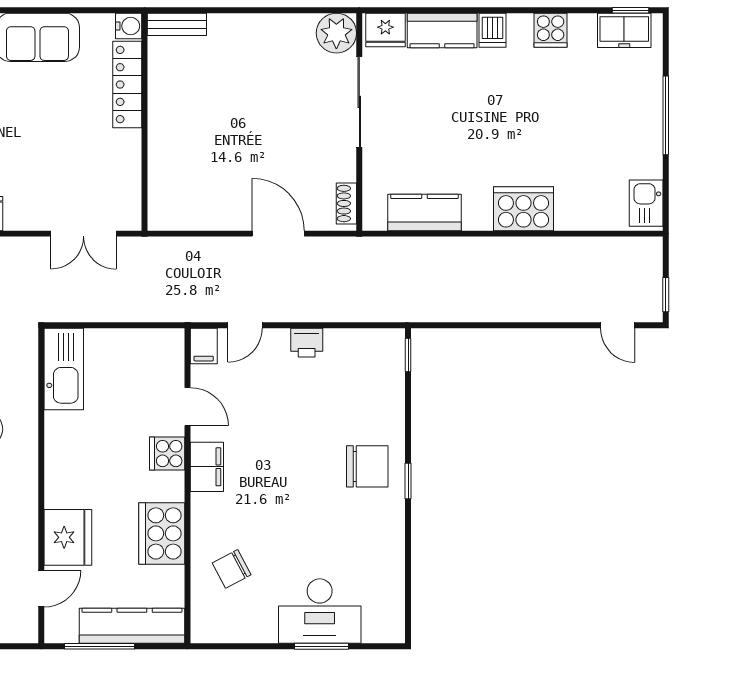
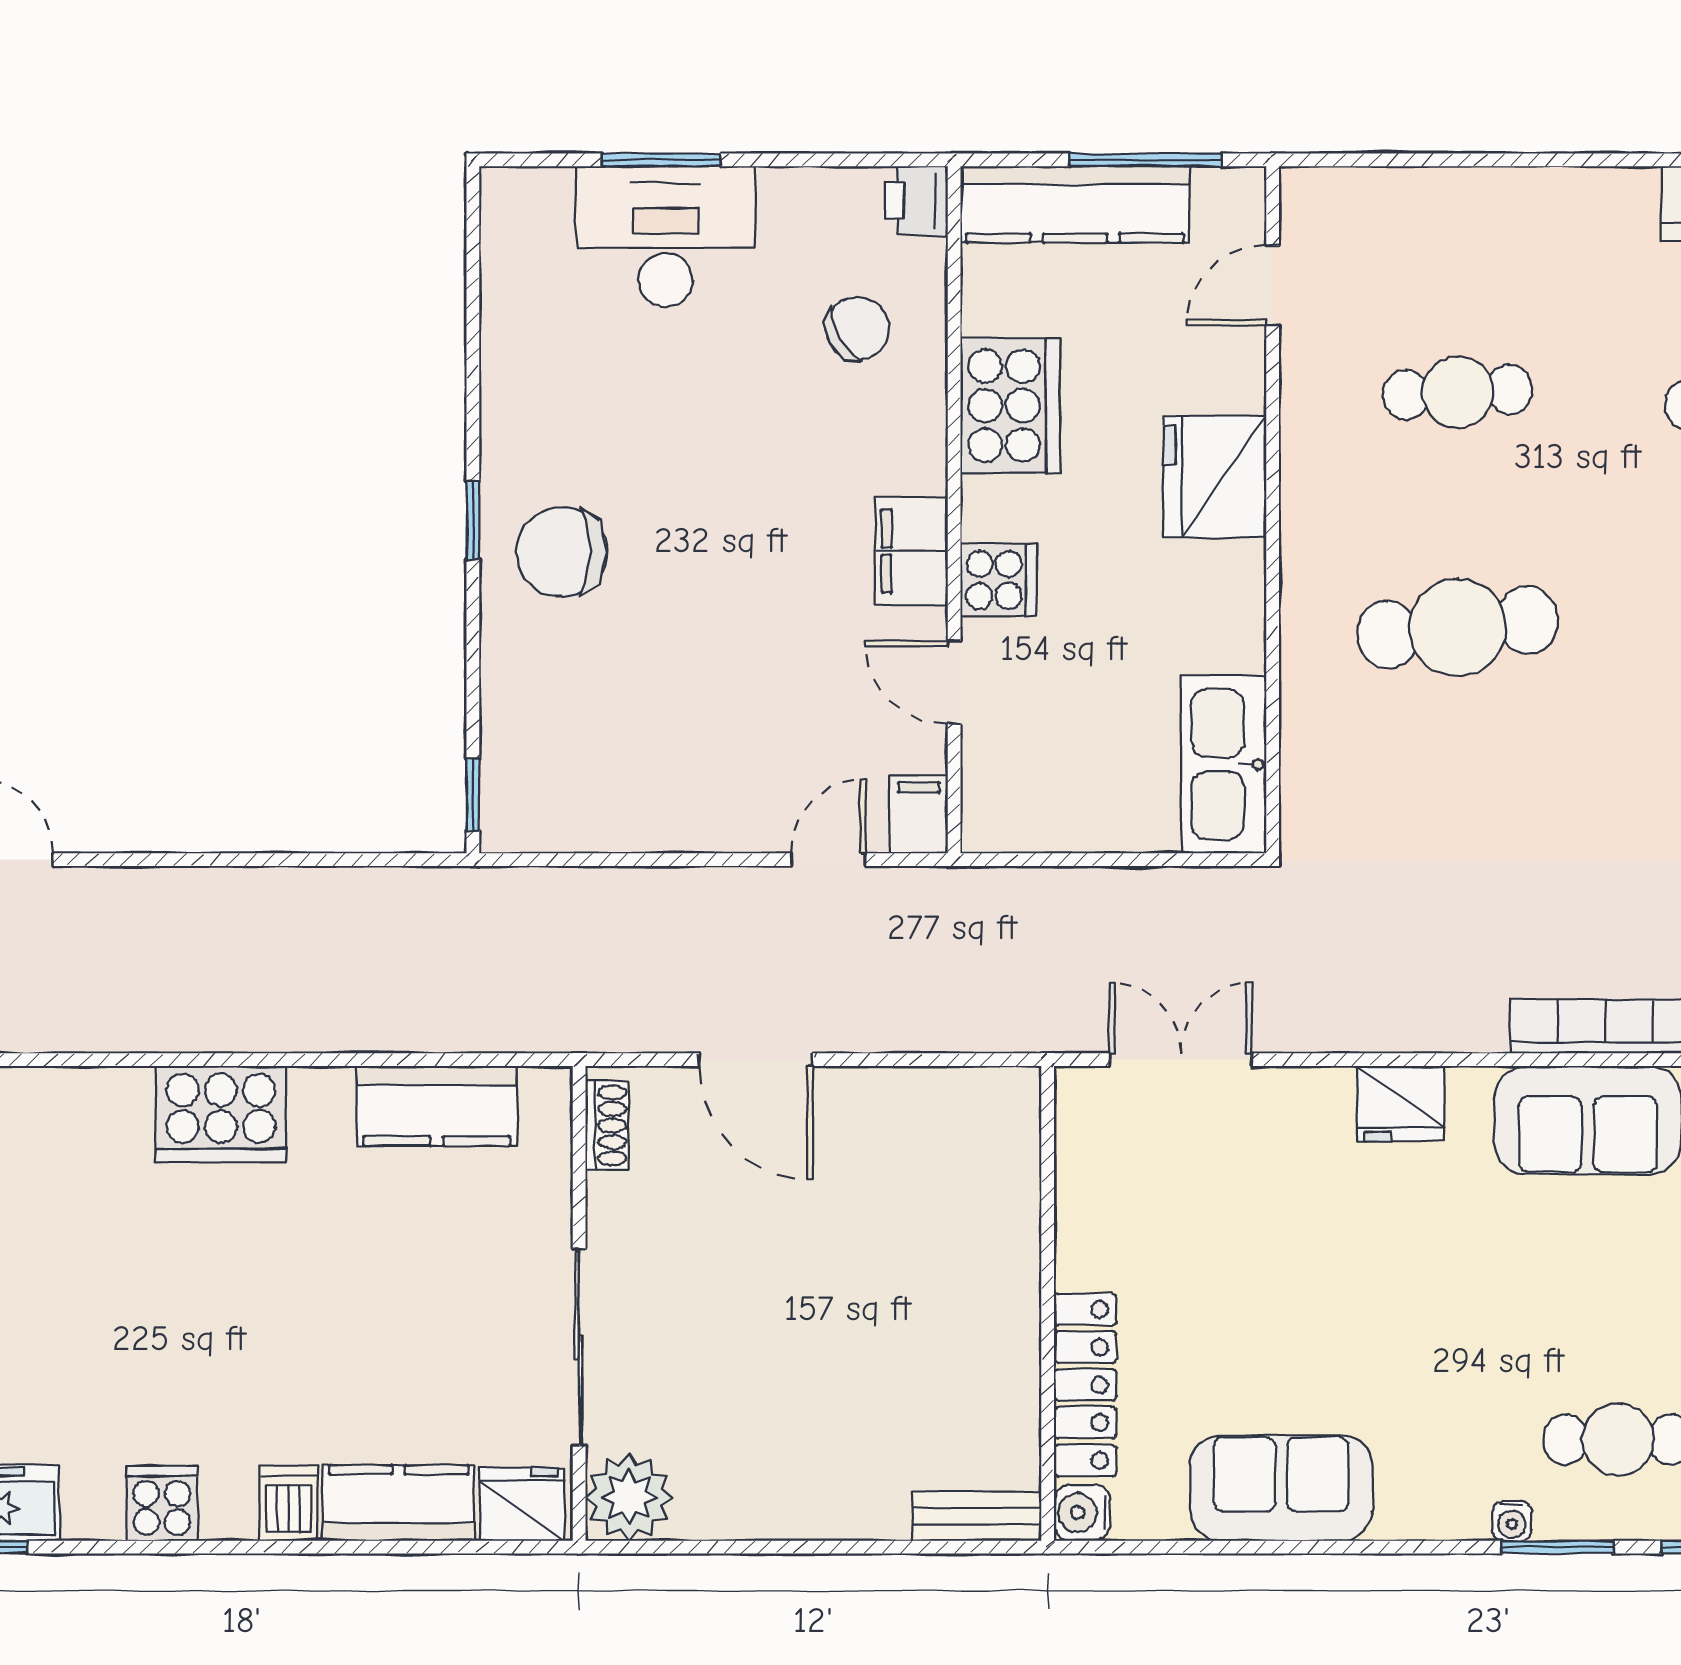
printer: (307, 343) -> (916, 201), moved, turned -90
fridge: (68, 537) -> (1215, 476), moved

